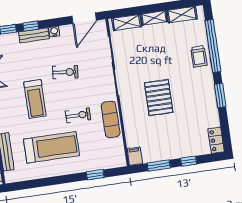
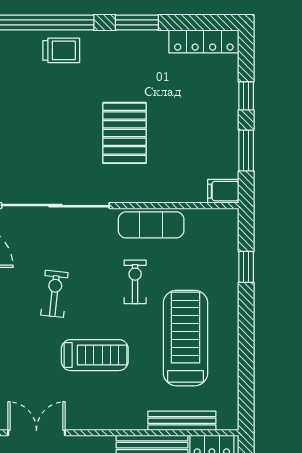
pallet: (159, 98) -> (124, 133), turned 90
locker: (216, 140) -> (204, 41), width x1.53

